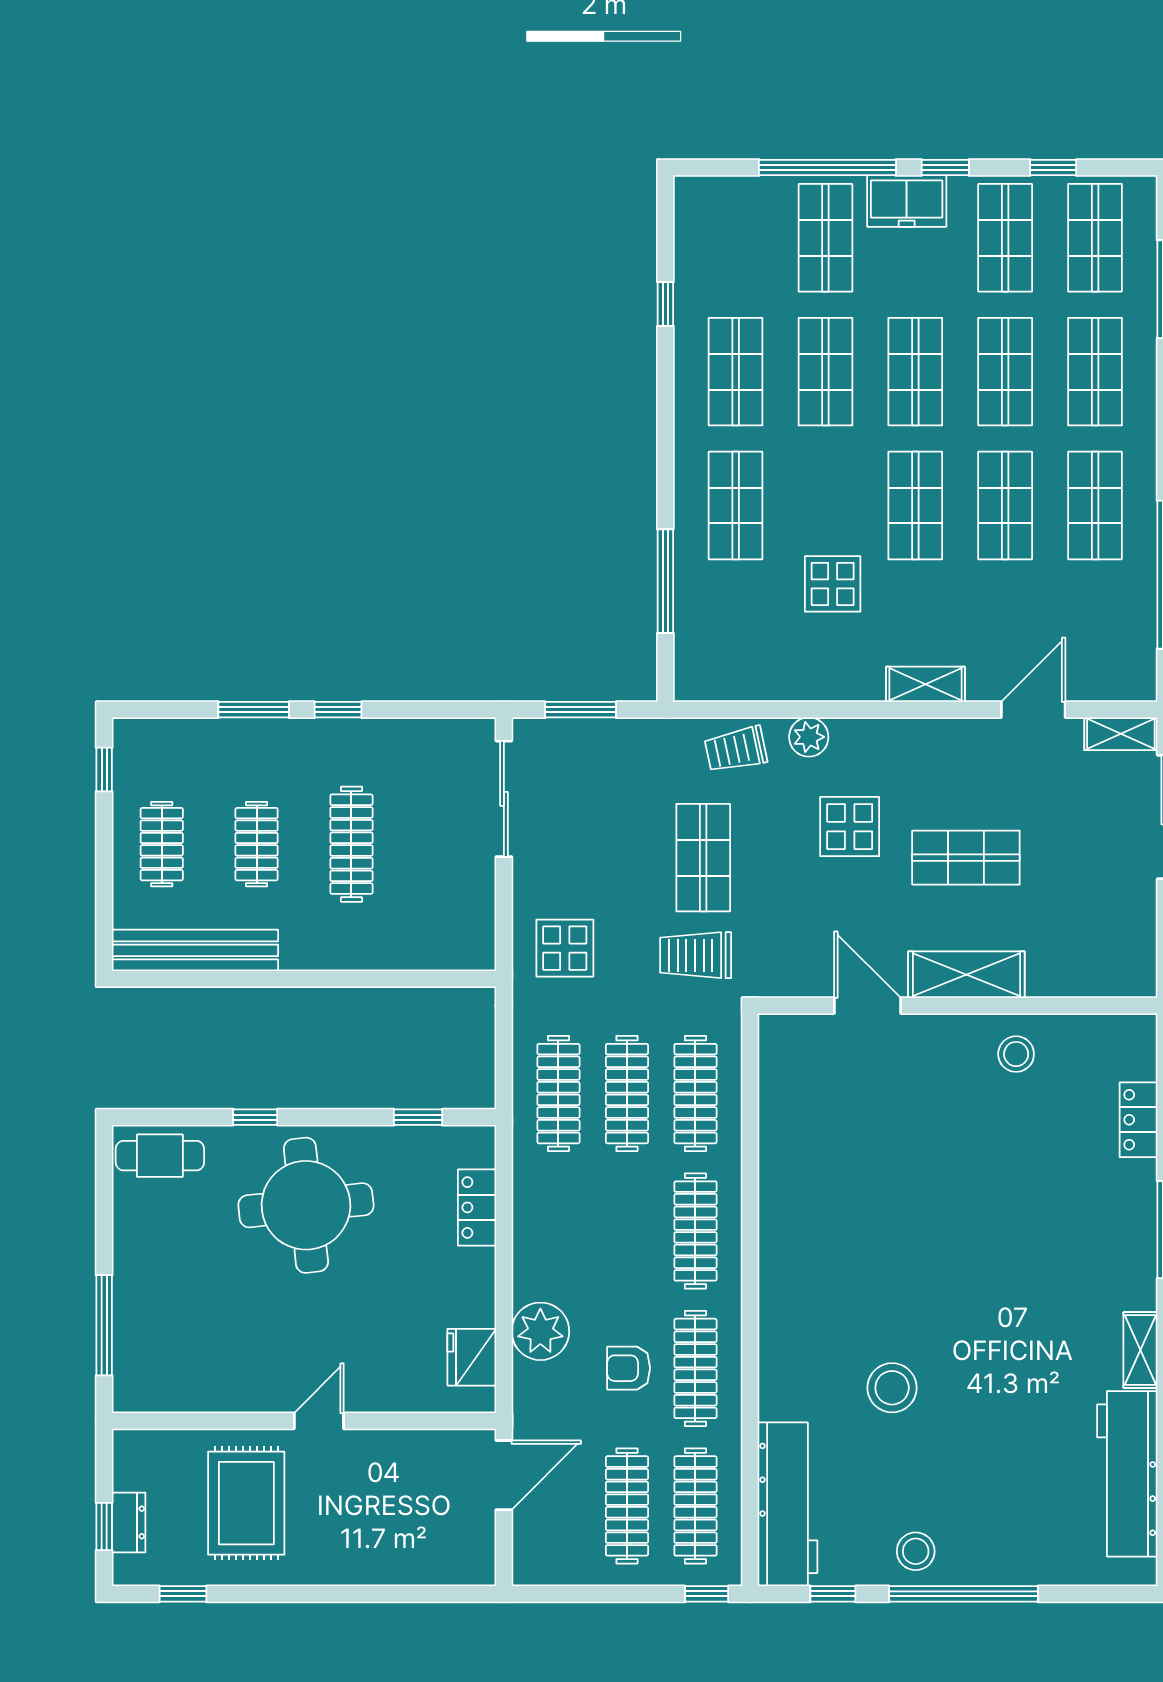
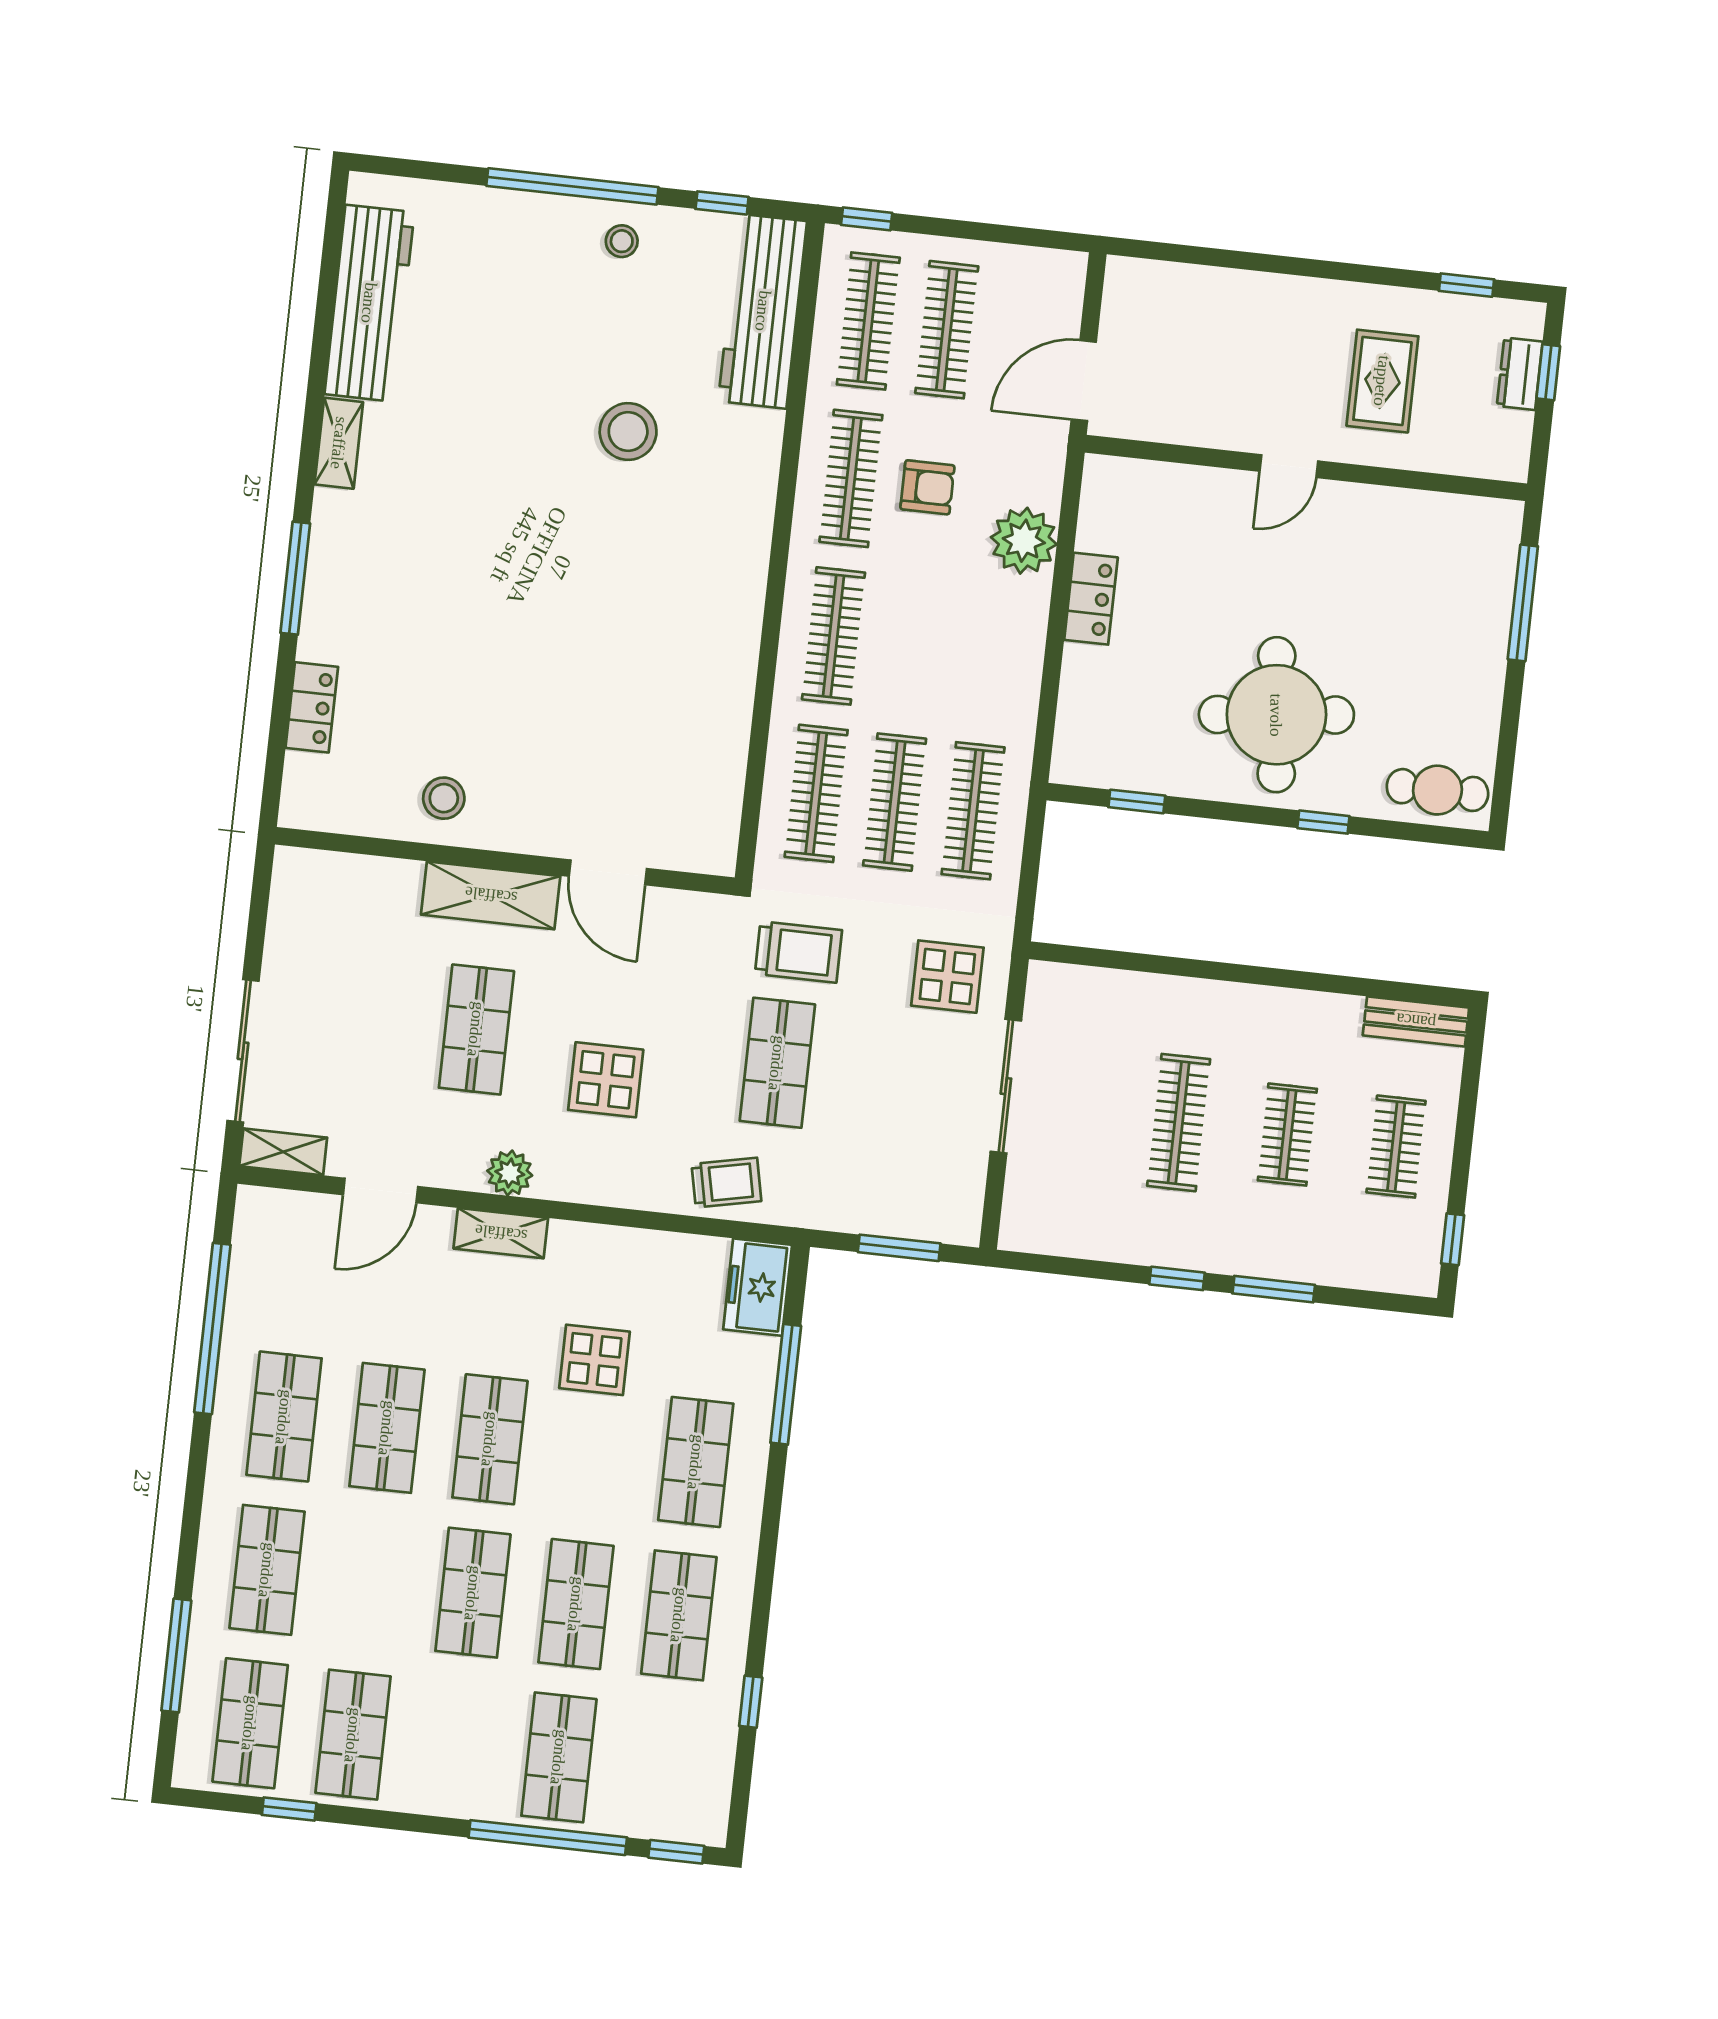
window: (945, 168) -> (676, 1852), moved
freezer: (907, 201) -> (758, 1287), moved, turned -90
shop shelf: (1005, 372) -> (370, 1581), removed
plant: (809, 737) -> (510, 1173), moved
sliding door: (504, 799) -> (1006, 1086), moved
shop shelf: (966, 858) -> (476, 1029), turned 90
bench: (195, 950) -> (1416, 1021), width x0.54, depth x0.82
locker: (477, 1207) -> (1091, 599), moved
fridge: (472, 1357) -> (1106, 520), removed
rug: (246, 1503) -> (1382, 381), width x0.73, depth x0.70
stool: (916, 1551) -> (622, 241), width x0.73, depth x0.73

